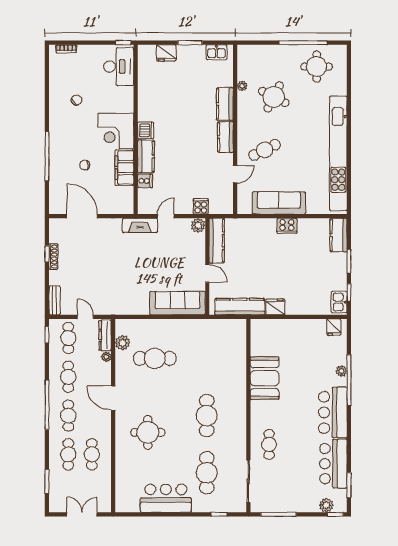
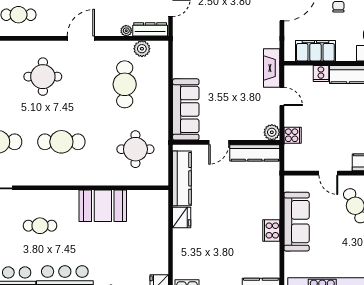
filing cabinet: (124, 168) -> (315, 51), moved
round table: (213, 349) -> (135, 149), added
cafe table: (269, 444) -> (40, 226), moved

